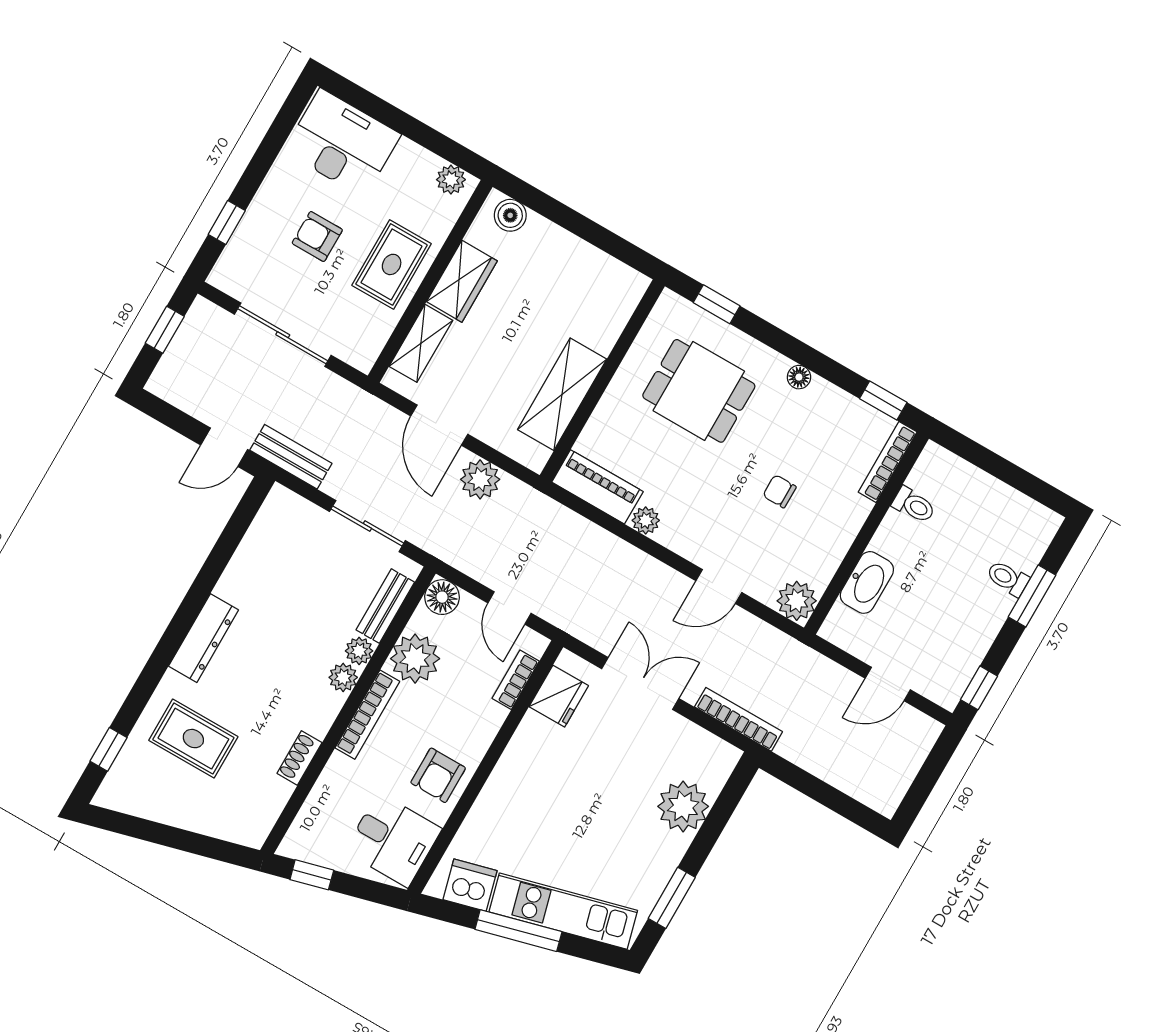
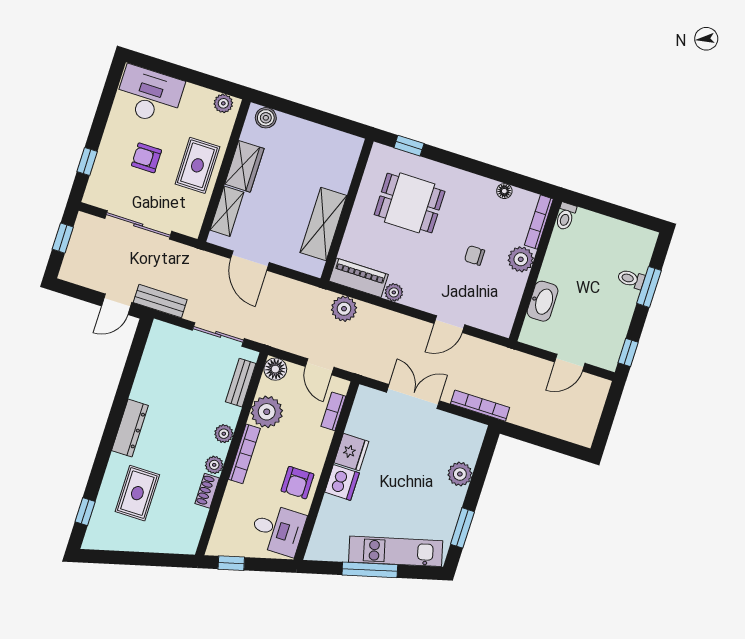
floor lamp: (799, 377) -> (504, 191), moved
window: (883, 400) -> (528, 184), removed
plant: (480, 479) -> (344, 309), moved
toilet: (914, 505) -> (566, 216), moved, turned 90
plant: (797, 601) -> (521, 259), moved
plant: (359, 651) -> (214, 465), moved
fridge: (559, 696) -> (351, 452), moved
rug: (193, 739) -> (137, 493), turned 90
plant: (683, 806) -> (460, 474), width x0.73, depth x0.73
dishwasher: (470, 885) -> (342, 483), moved, turned 105

